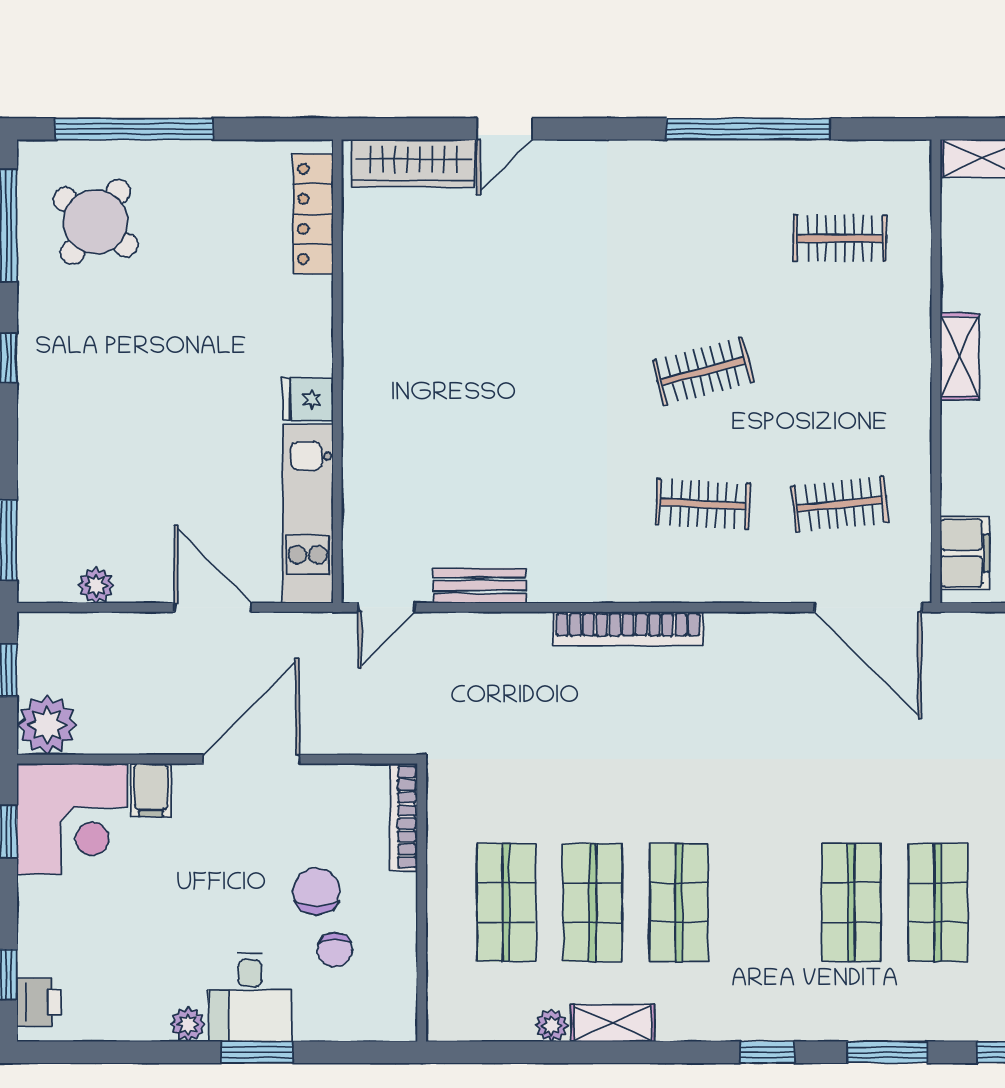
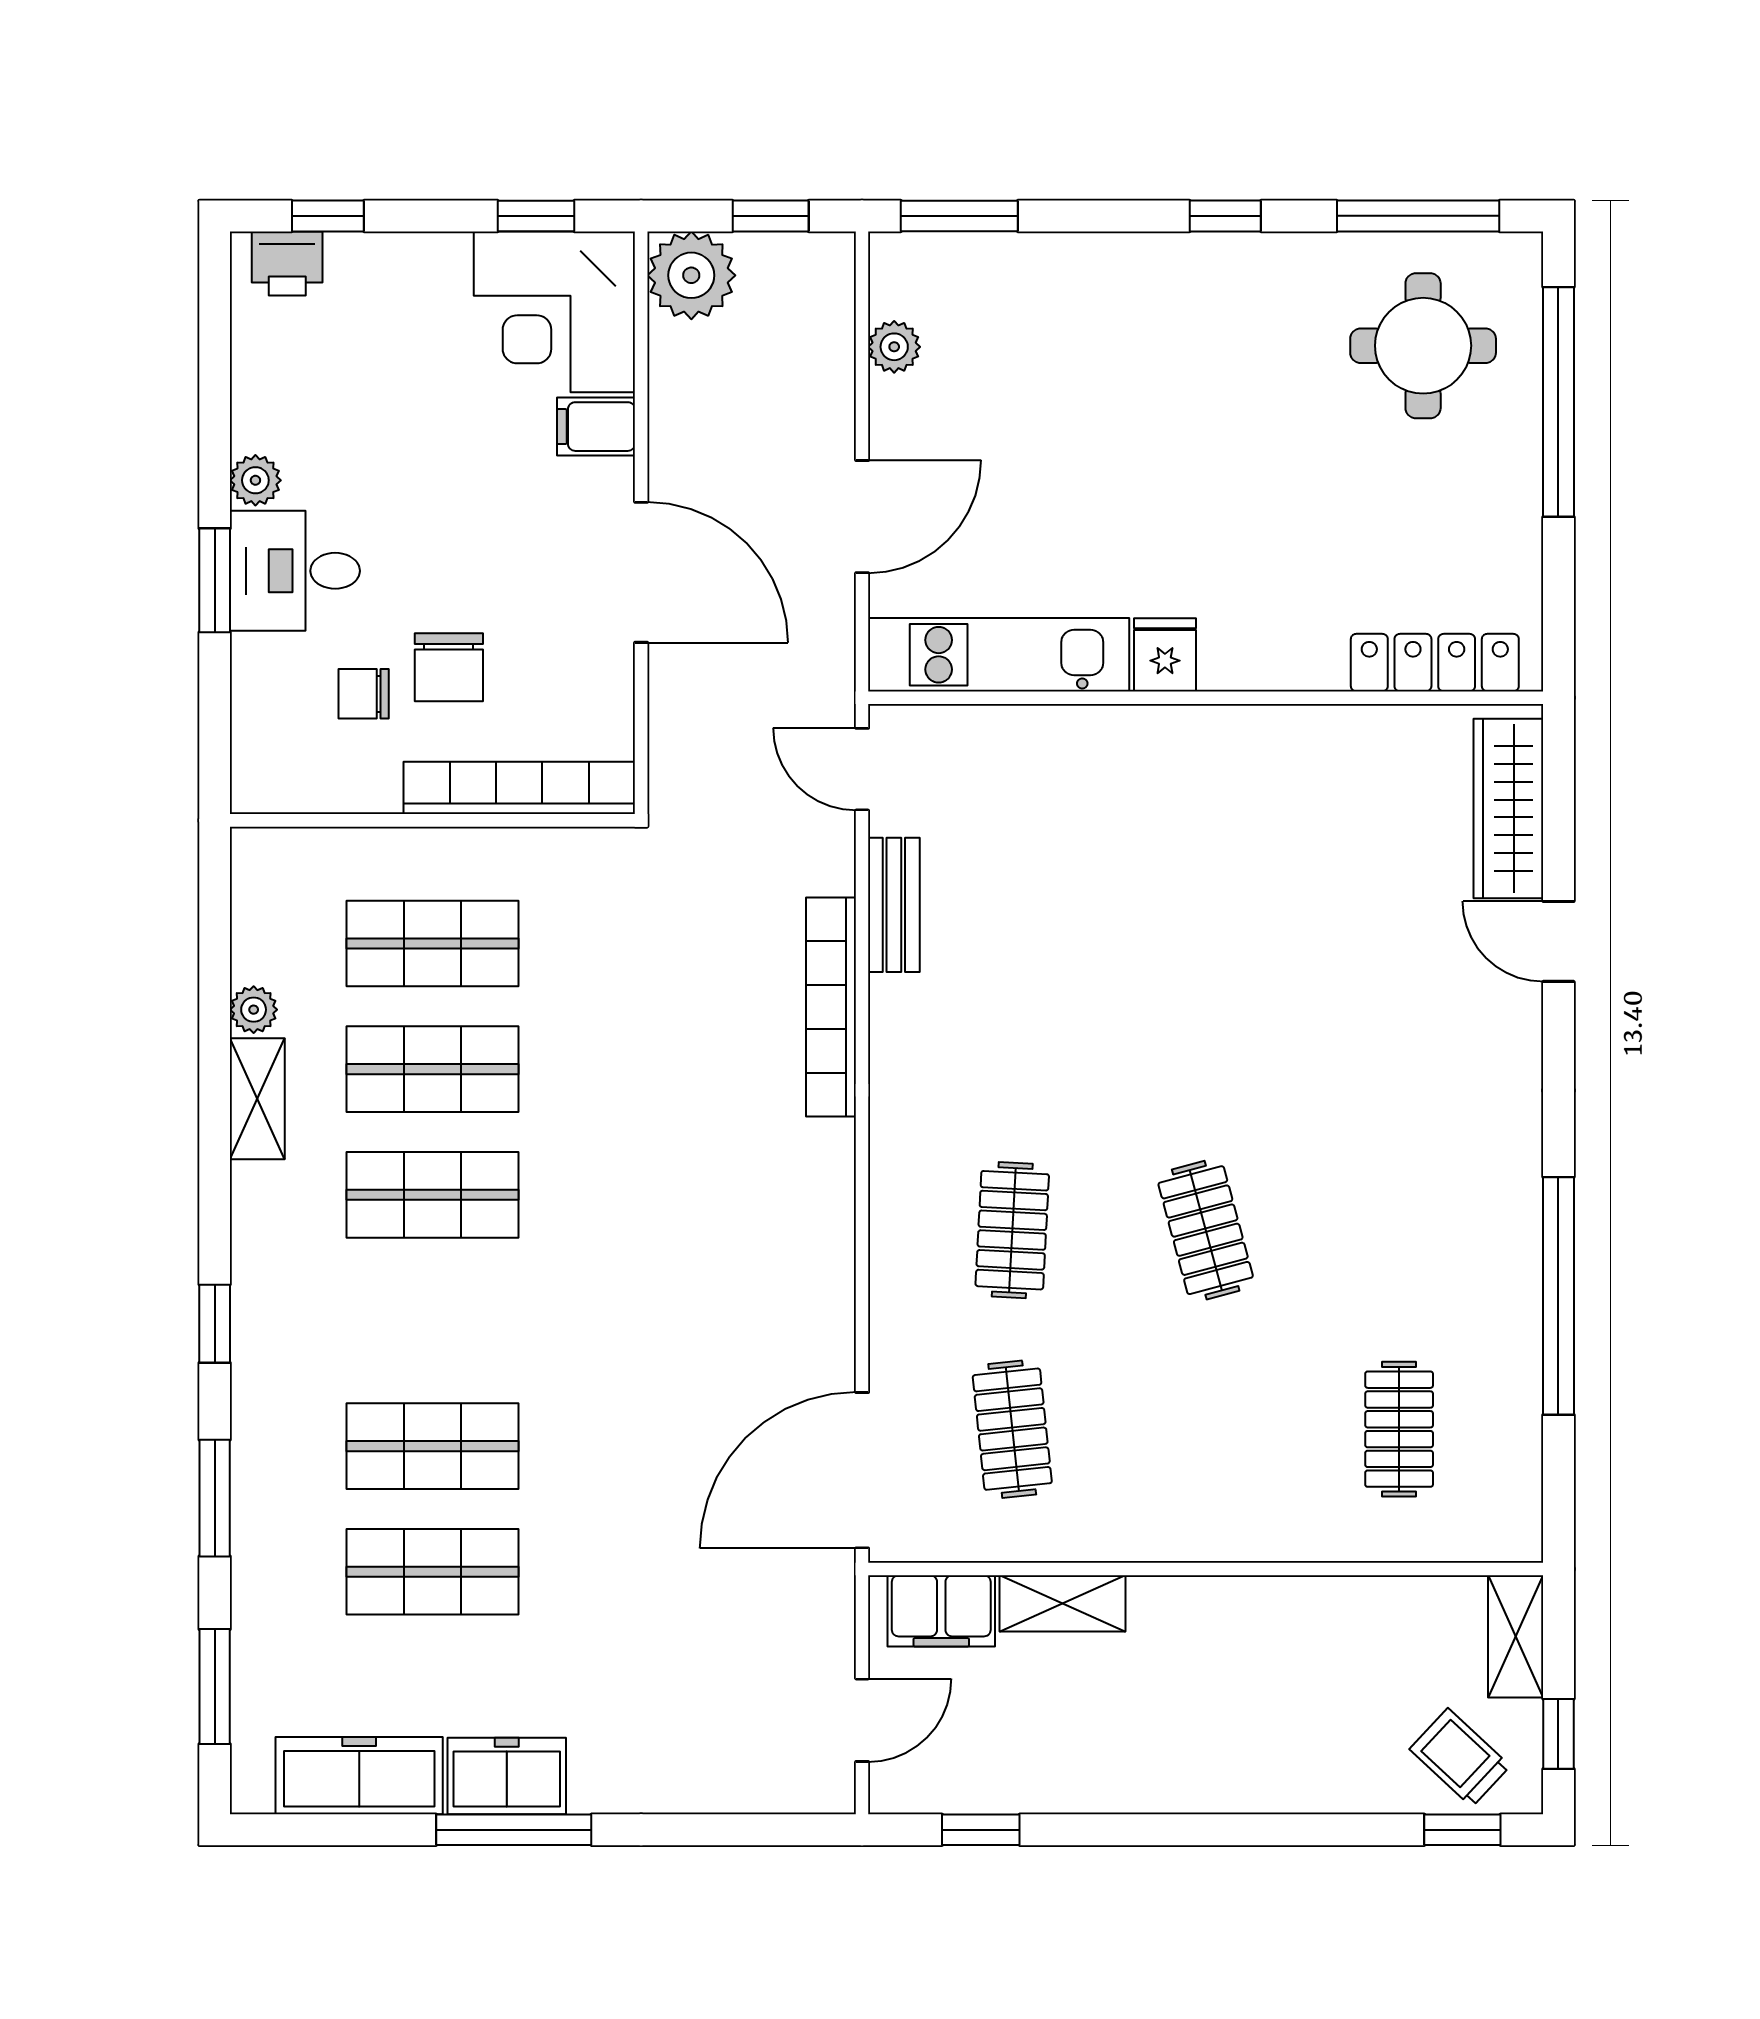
round table: (95, 222) -> (1423, 346), turned -37
shelving: (960, 356) -> (1062, 1603), moved
bookcase: (628, 629) -> (831, 1007), moved
bookcase: (404, 817) -> (519, 788), width x1.48, depth x1.31
chair: (316, 891) -> (449, 667), turned 90

